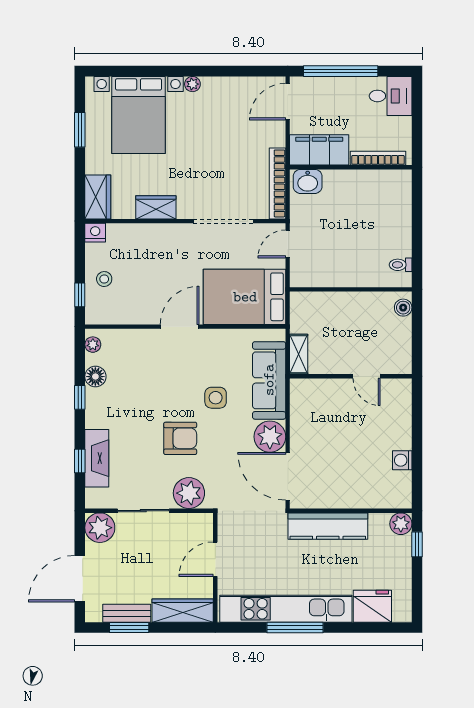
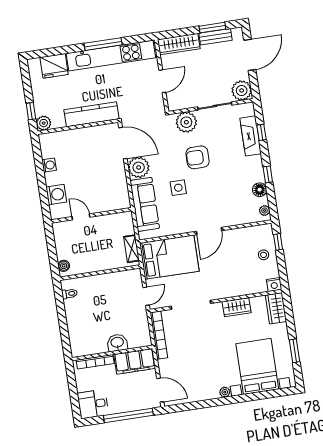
door: (288, 102) -> (160, 390), hinge flipped
washbasin: (308, 181) -> (117, 343), moved
shelving: (299, 354) -> (131, 249), moved
washing machine: (398, 415) -> (56, 194), added

